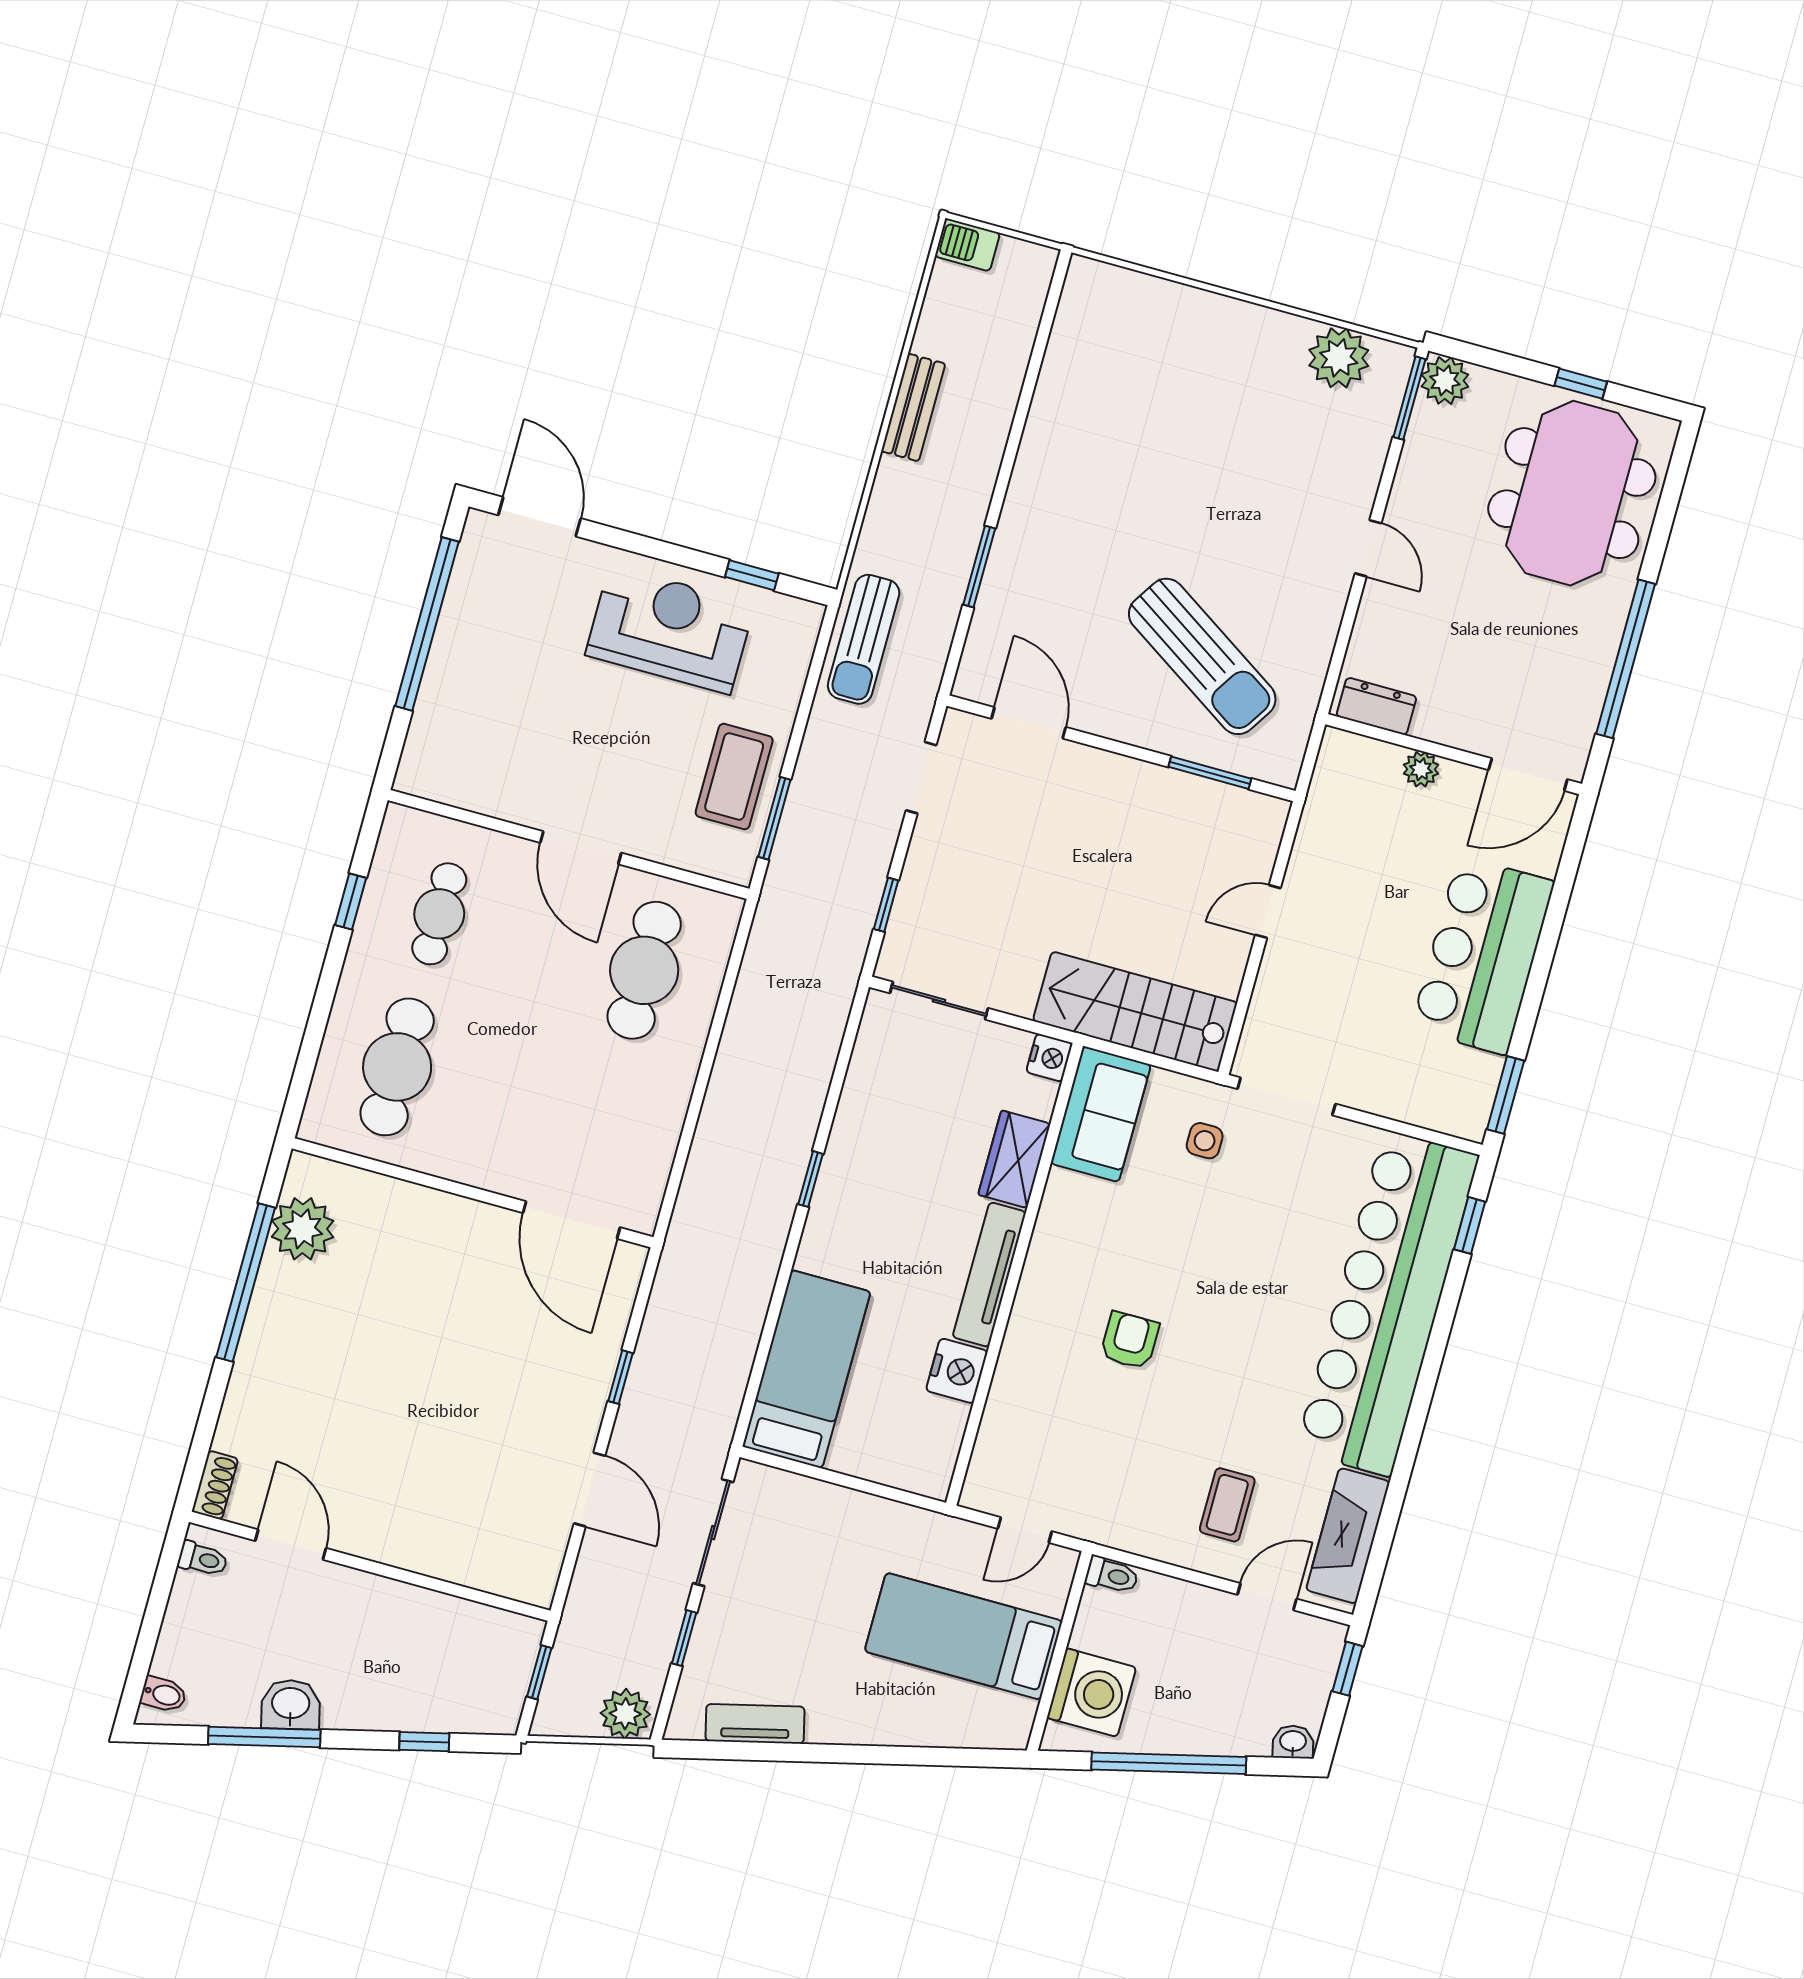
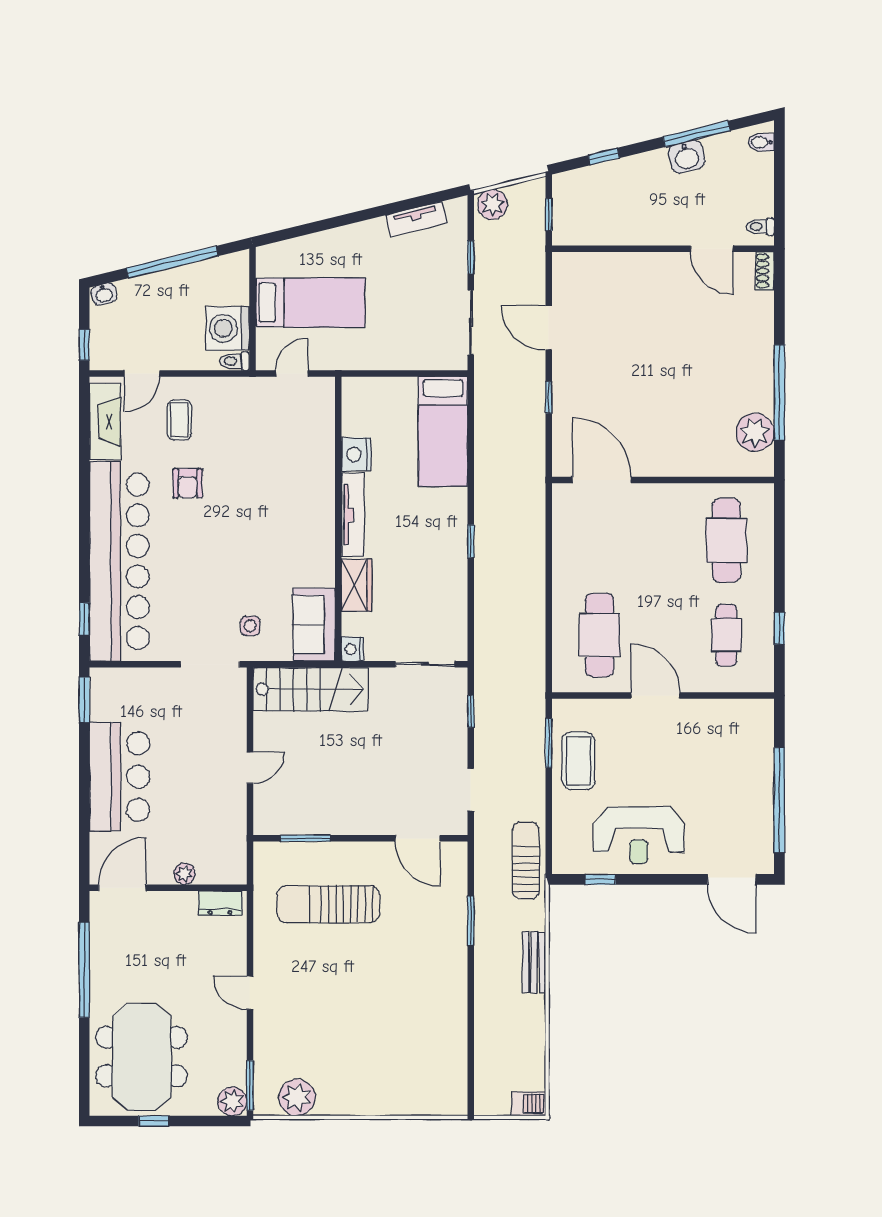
bench: (913, 407) -> (534, 962), moved
sun lounger: (1202, 656) -> (328, 904), turned -33
armchair: (1130, 1340) -> (188, 483), moved
washing machine: (1092, 1693) -> (228, 328), moved

